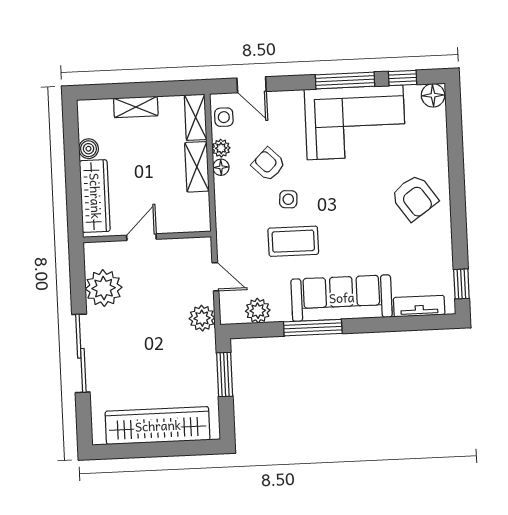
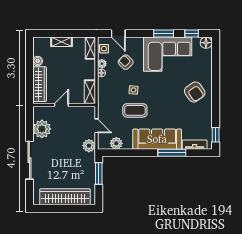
window: (345, 81) -> (164, 34), width x0.69
armchair: (268, 164) -> (126, 62), moved
shelving: (197, 167) -> (90, 92), moved
window: (313, 328) -> (172, 153), moved

